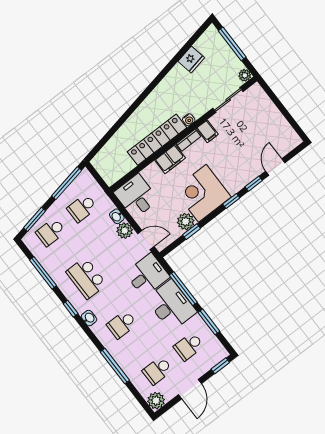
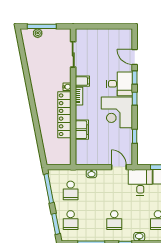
fridge: (191, 59) -> (32, 58), removed
plant: (245, 75) -> (38, 33), moved
filing cabinet: (170, 159) -> (82, 130), moved
desk: (136, 196) -> (119, 84), moved, turned 180
plant: (186, 222) -> (126, 135), removed
plant: (125, 231) -> (104, 175), removed
door: (146, 240) -> (119, 167), hinge flipped
school desk: (86, 278) -> (114, 220), width x0.54

